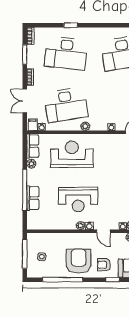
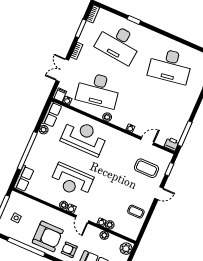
row of seats: (33, 198) -> (24, 179), moved
armchair: (79, 261) -> (48, 236), turned 90

